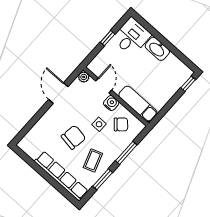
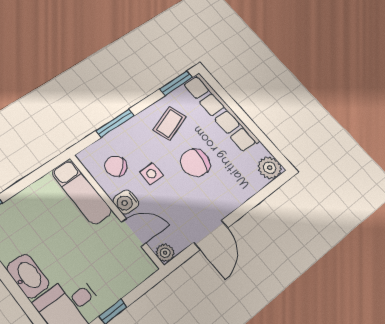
door: (104, 85) -> (134, 232), swing flipped
plant: (26, 144) -> (270, 168), added
window: (103, 179) -> (176, 83), moved

